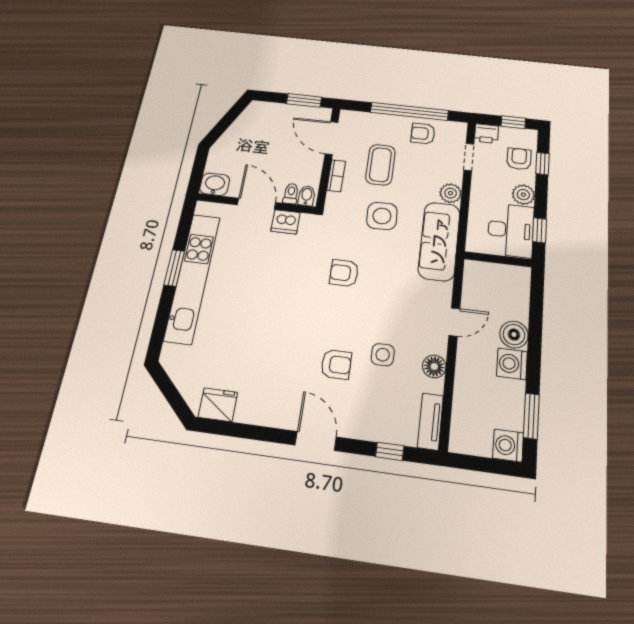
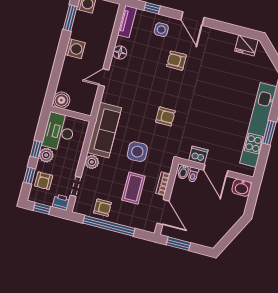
window: (540, 230) -> (36, 149), moved
boiler: (514, 335) -> (61, 100), moved
side table: (383, 355) -> (161, 30), moved

